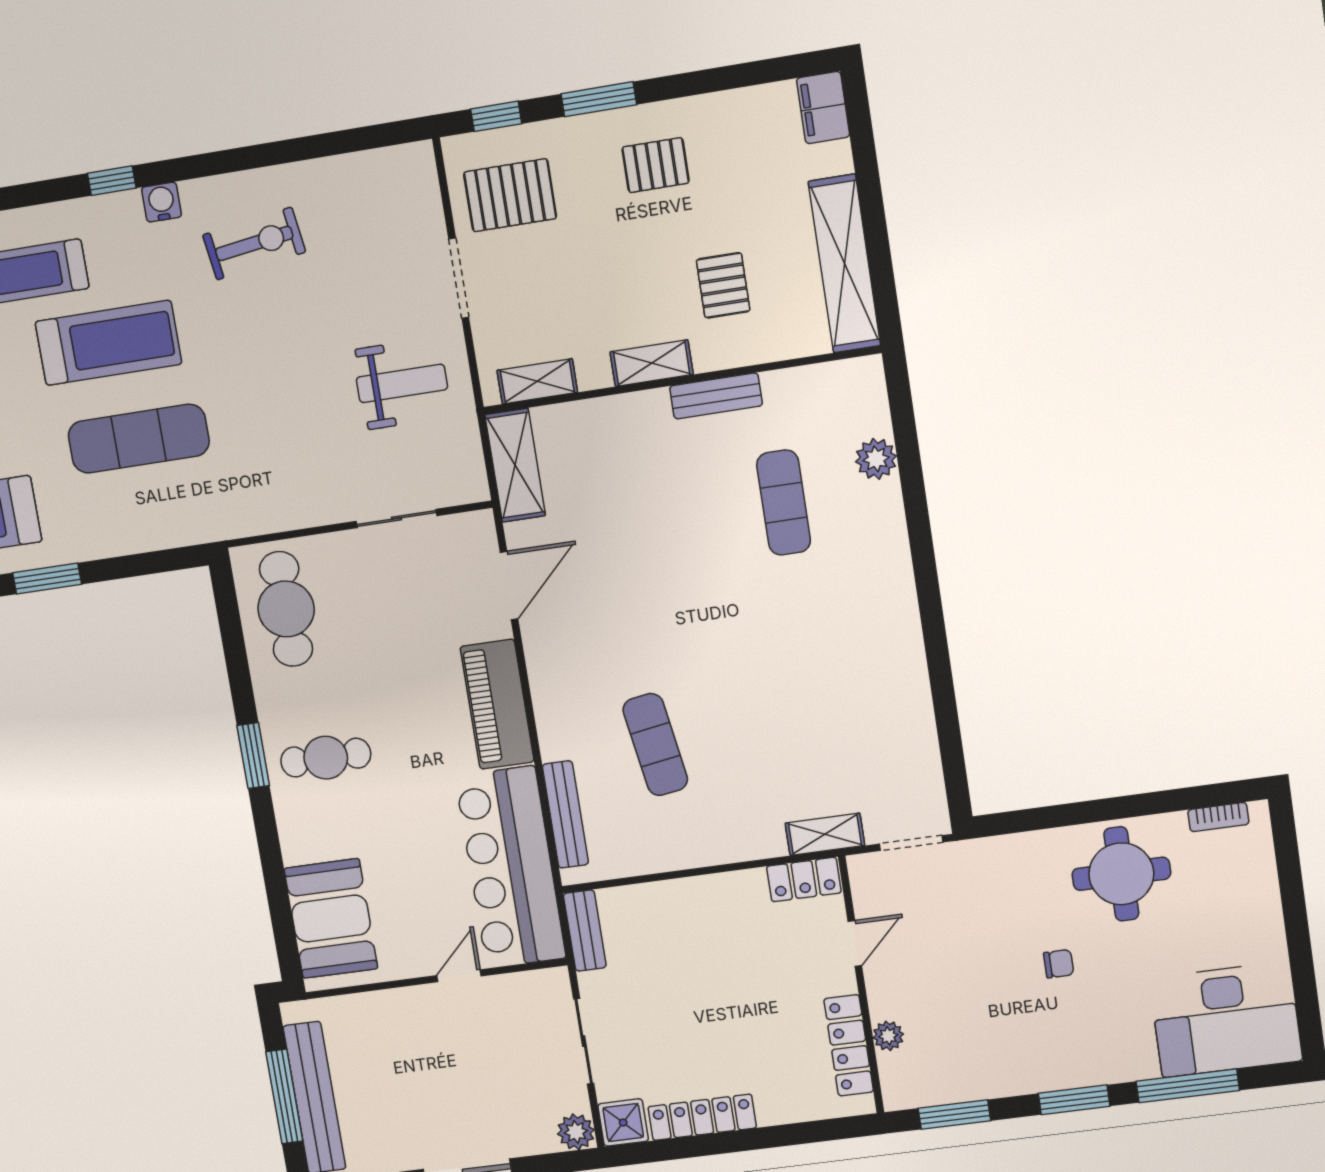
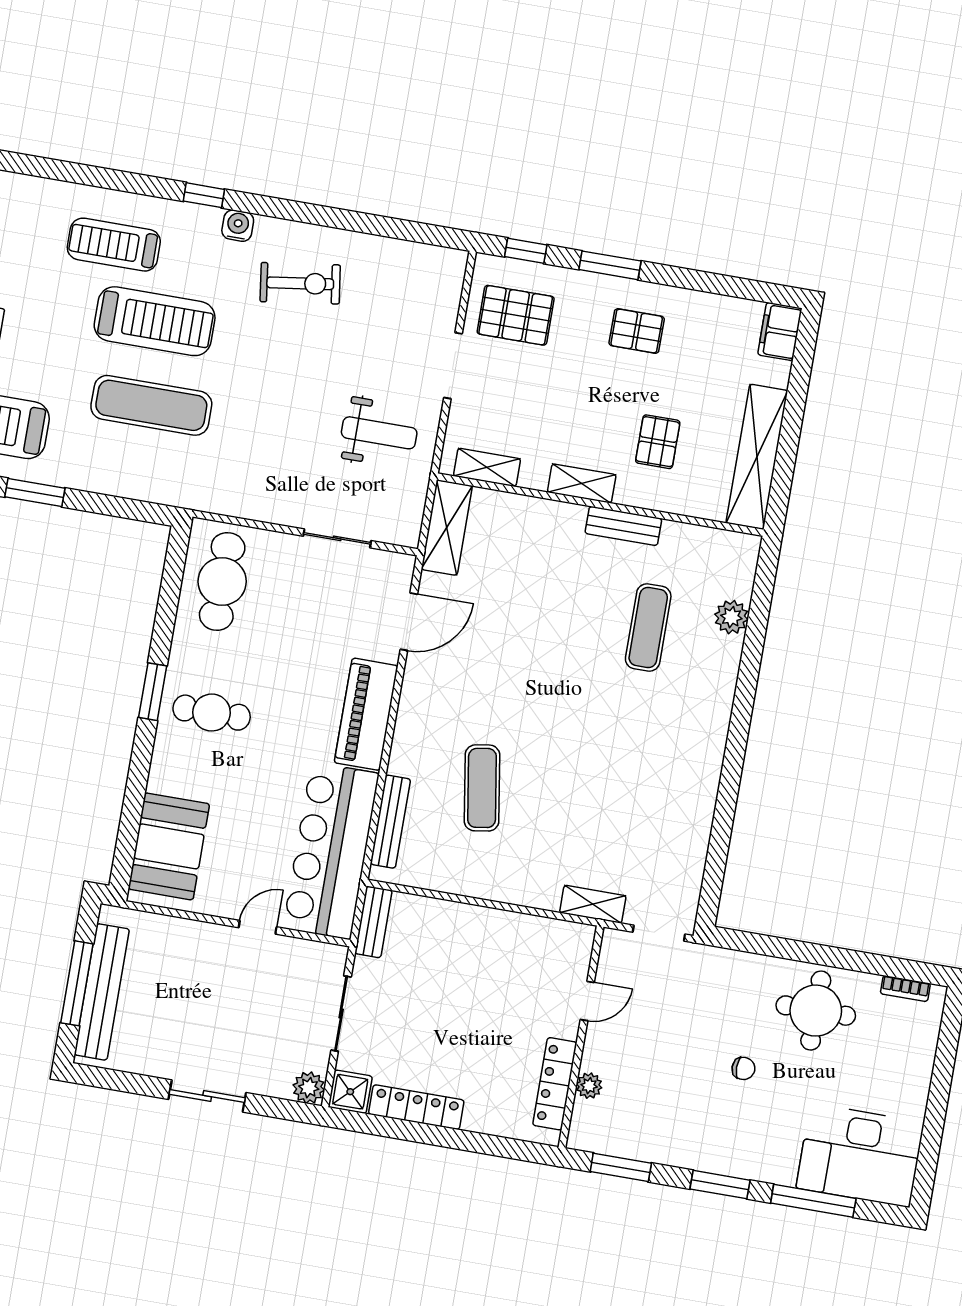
locker: (804, 880) -> (564, 936), removed

